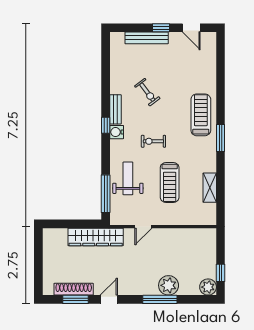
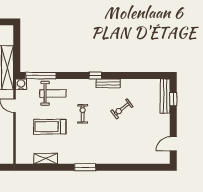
window: (161, 28) -> (173, 99), moved
bench: (147, 38) -> (165, 96), moved
treadmill: (201, 115) -> (104, 152), removed
water cooler: (117, 132) -> (21, 84), moved

